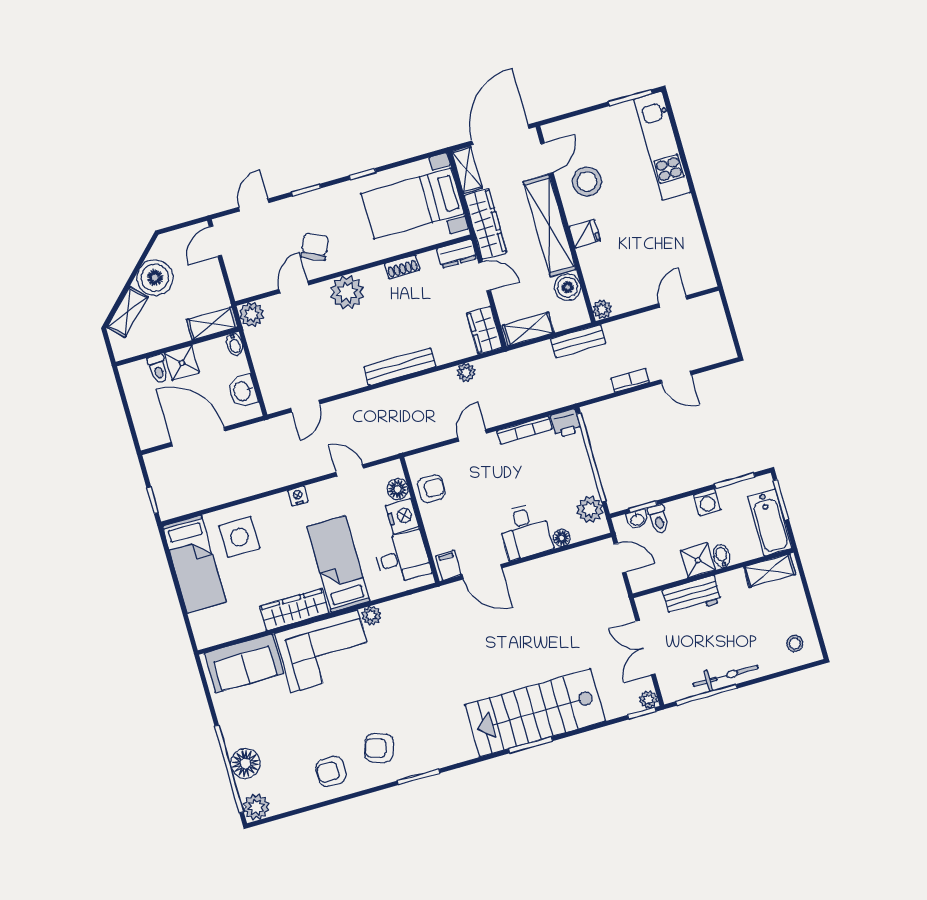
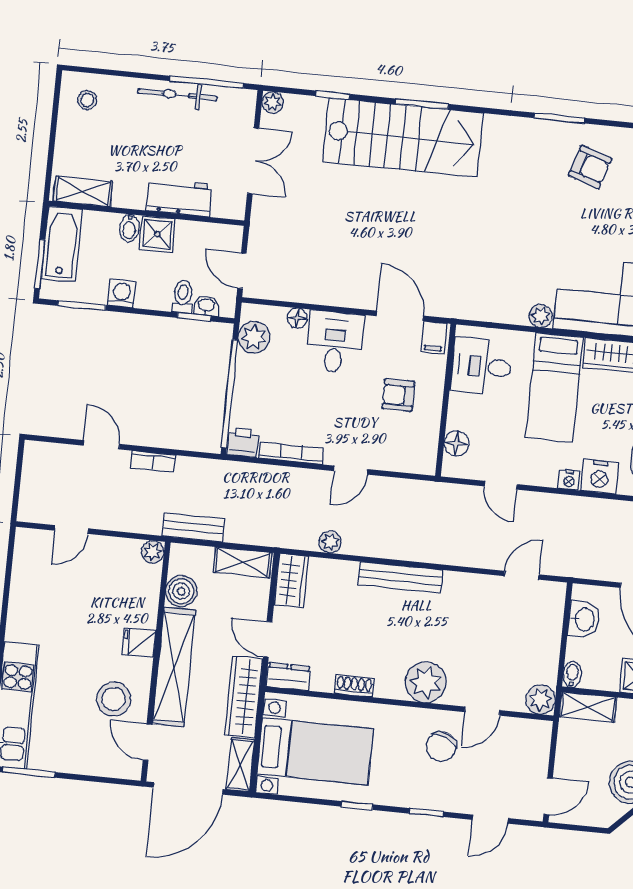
door: (547, 158) -> (147, 742), hinge flipped
armchair: (431, 489) -> (398, 395), moved
nightstand: (402, 516) -> (600, 477), moved, turned -90
window: (642, 713) -> (333, 95), moved

